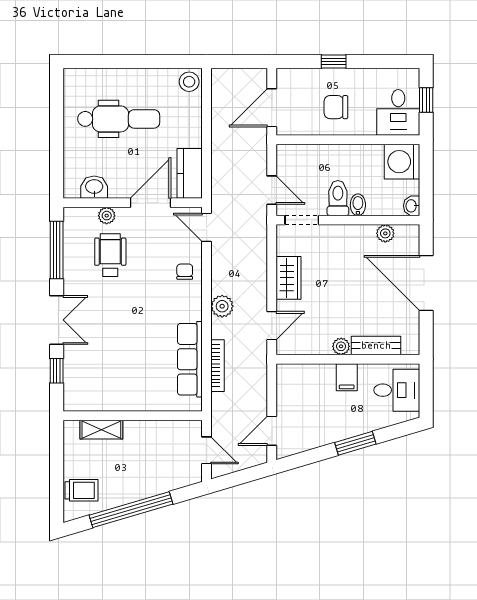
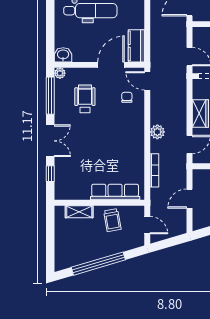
washbasin: (94, 187) -> (63, 55), moved
plant: (107, 216) -> (60, 73), moved
chair: (185, 272) -> (127, 97), moved
row of seats: (190, 359) -> (115, 192), moved, turned 90
door: (272, 431) -> (189, 199), moved
trolley: (82, 490) -> (112, 220), moved, turned 80

